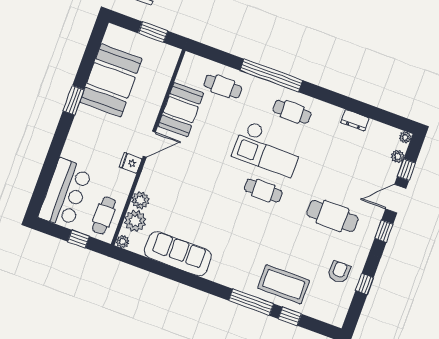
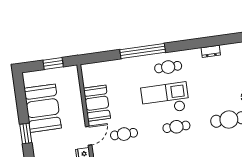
cafe table: (223, 86) -> (124, 134), moved
checkout: (268, 149) -> (165, 99), turned 180

